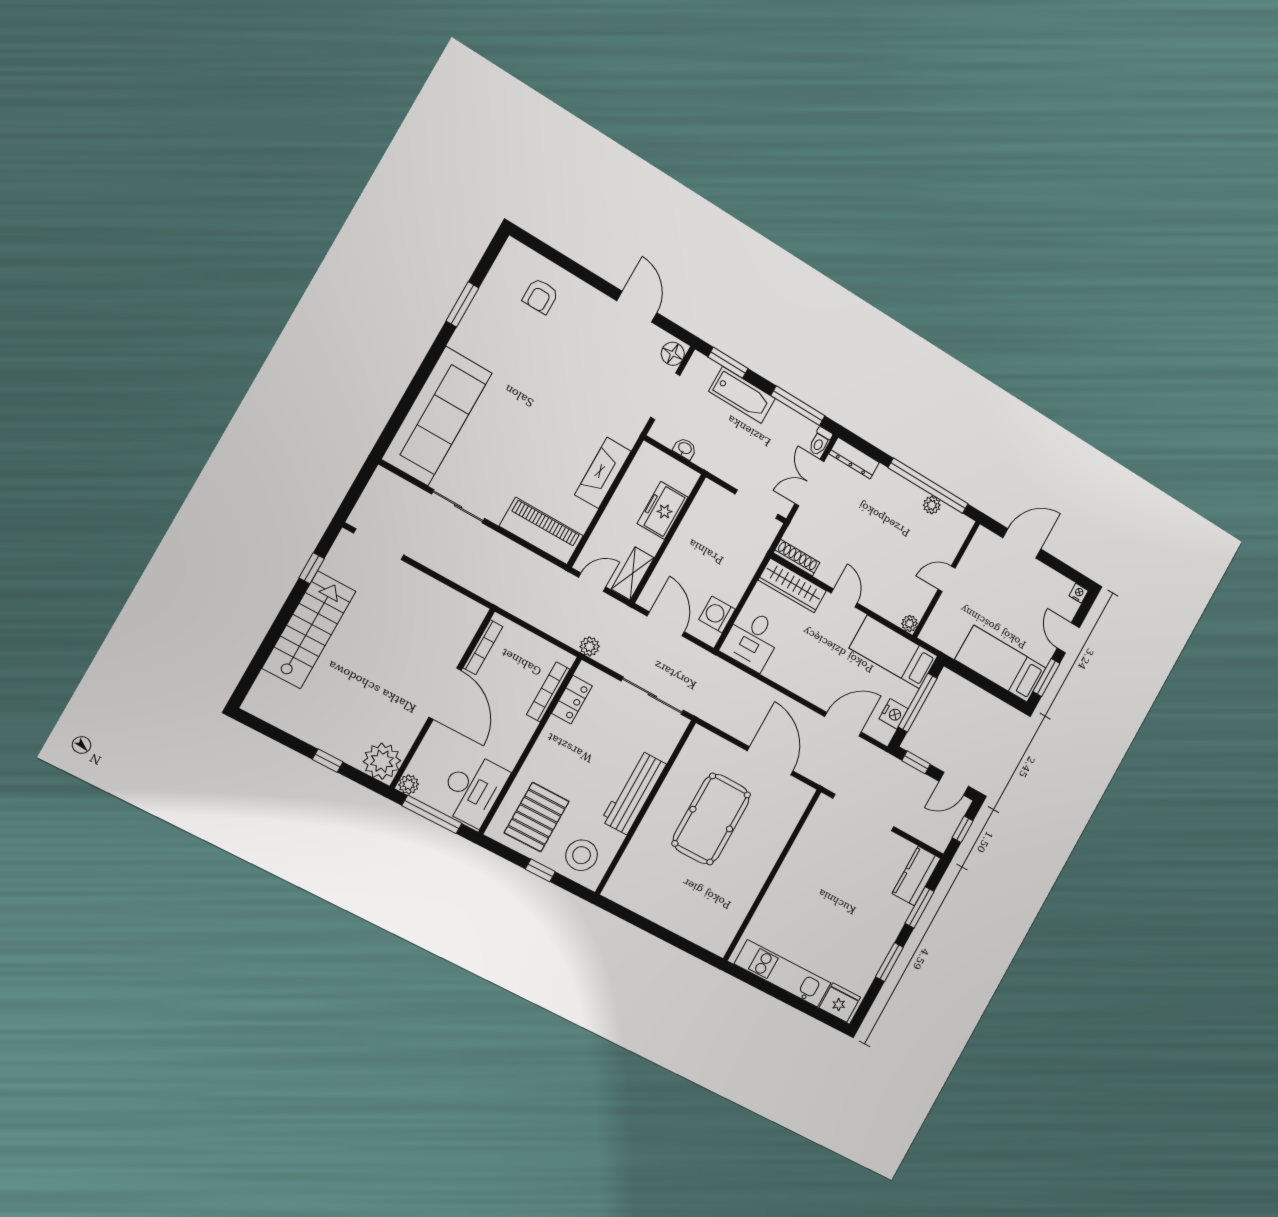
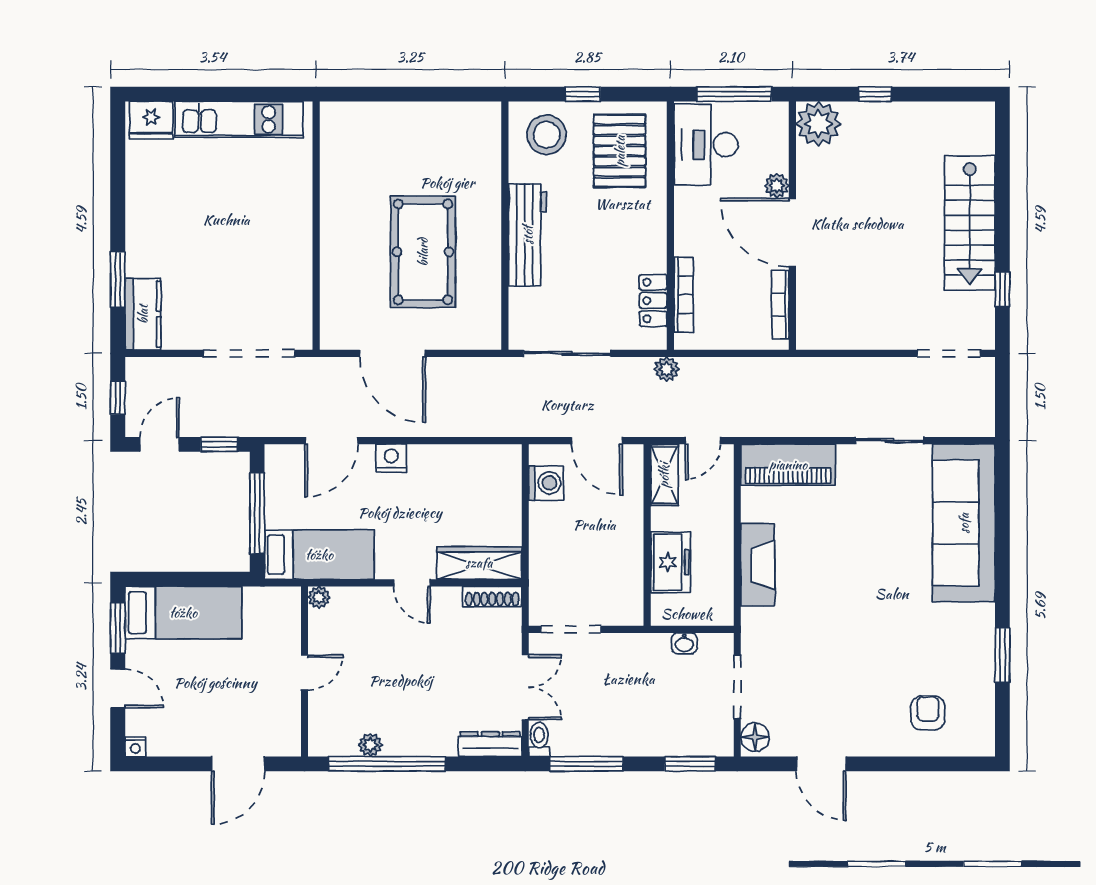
bathtub: (742, 395) -> (655, 738), removed
desk: (752, 640) -> (491, 477), removed
nightstand: (894, 714) -> (391, 458), moved, turned 90
plant: (409, 784) -> (777, 186), moved
window: (889, 962) -> (118, 197), removed

